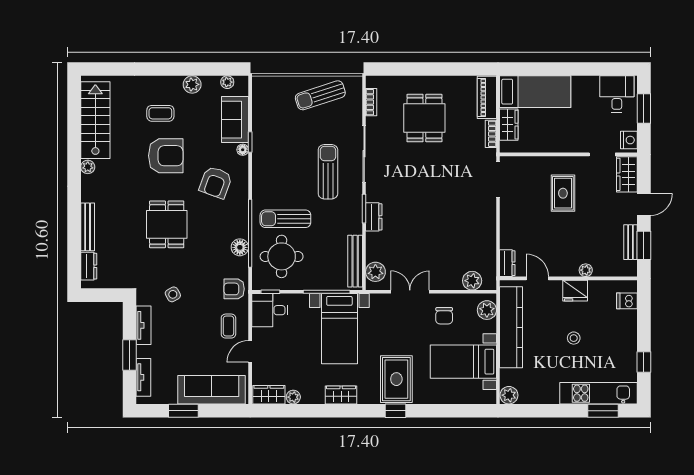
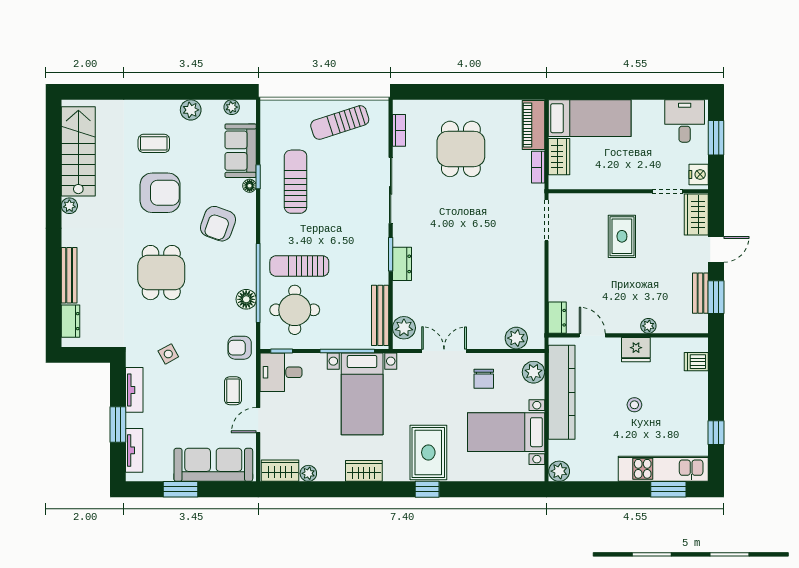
sun lounger: (328, 172) -> (296, 182), moved

